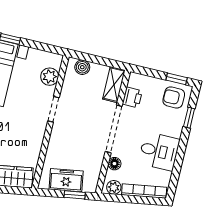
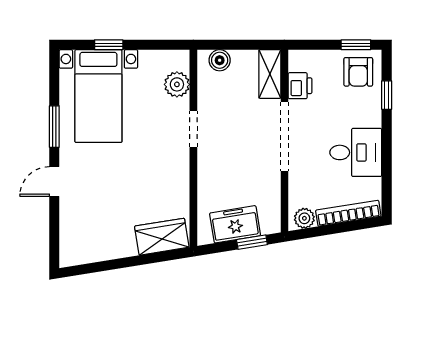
armchair: (174, 97) -> (358, 72), turned -90
floor lamp: (114, 164) -> (297, 185), removed

